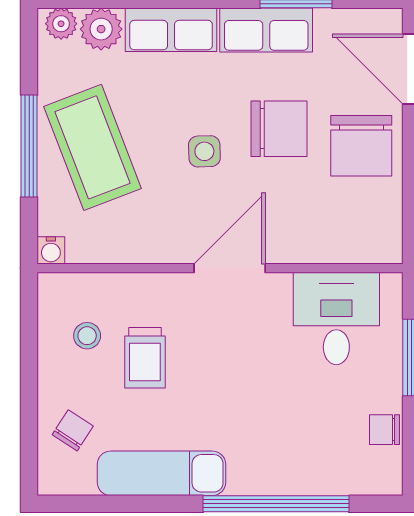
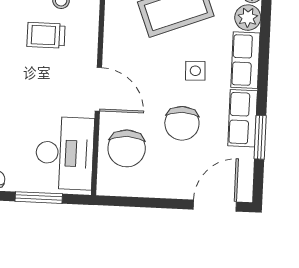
chair: (361, 146) -> (127, 148), moved, turned -90
side table: (204, 151) -> (195, 71), moved
desk: (336, 318) -> (65, 153), width x1.37

